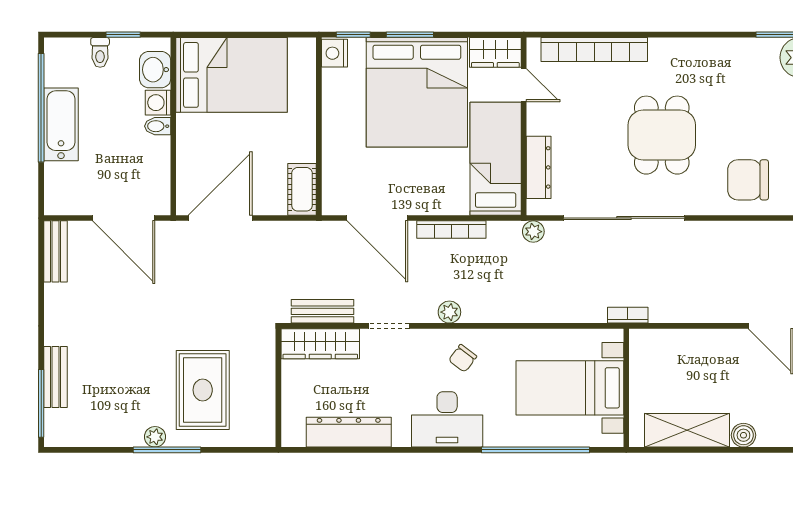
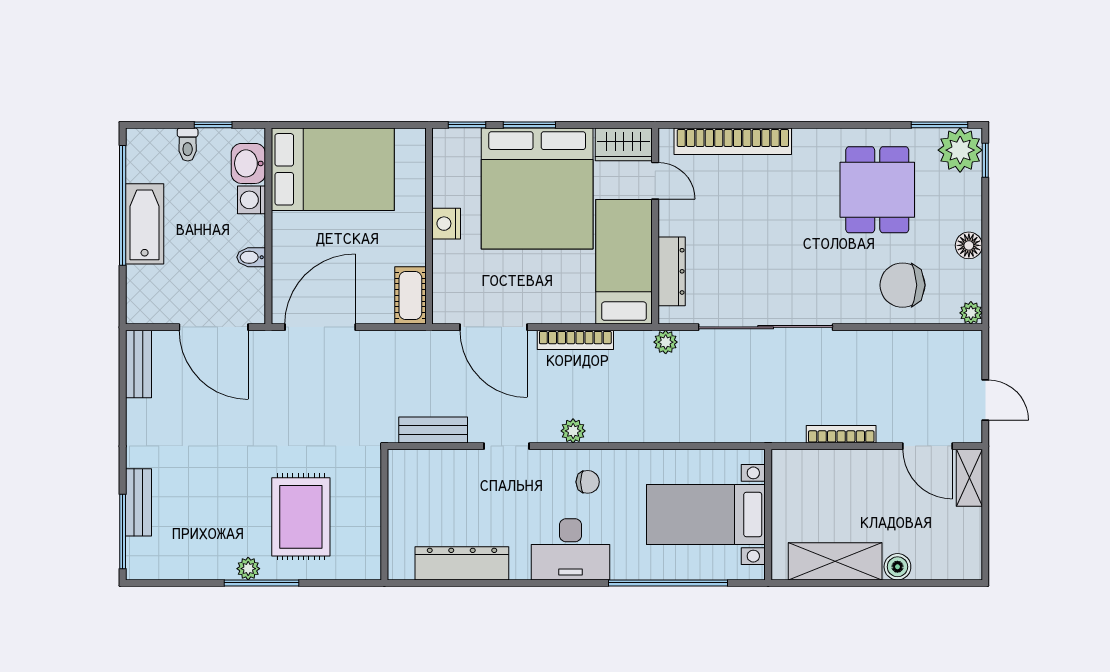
nightstand: (334, 53) -> (446, 224), moved
bidet: (158, 126) -> (251, 257), moved
dining table: (662, 135) -> (877, 190), moved
bookcase: (628, 315) -> (841, 434), moved, width x1.56
wardrobe: (320, 344) -> (431, 466), removed
chair: (463, 358) -> (588, 482), turned -127

